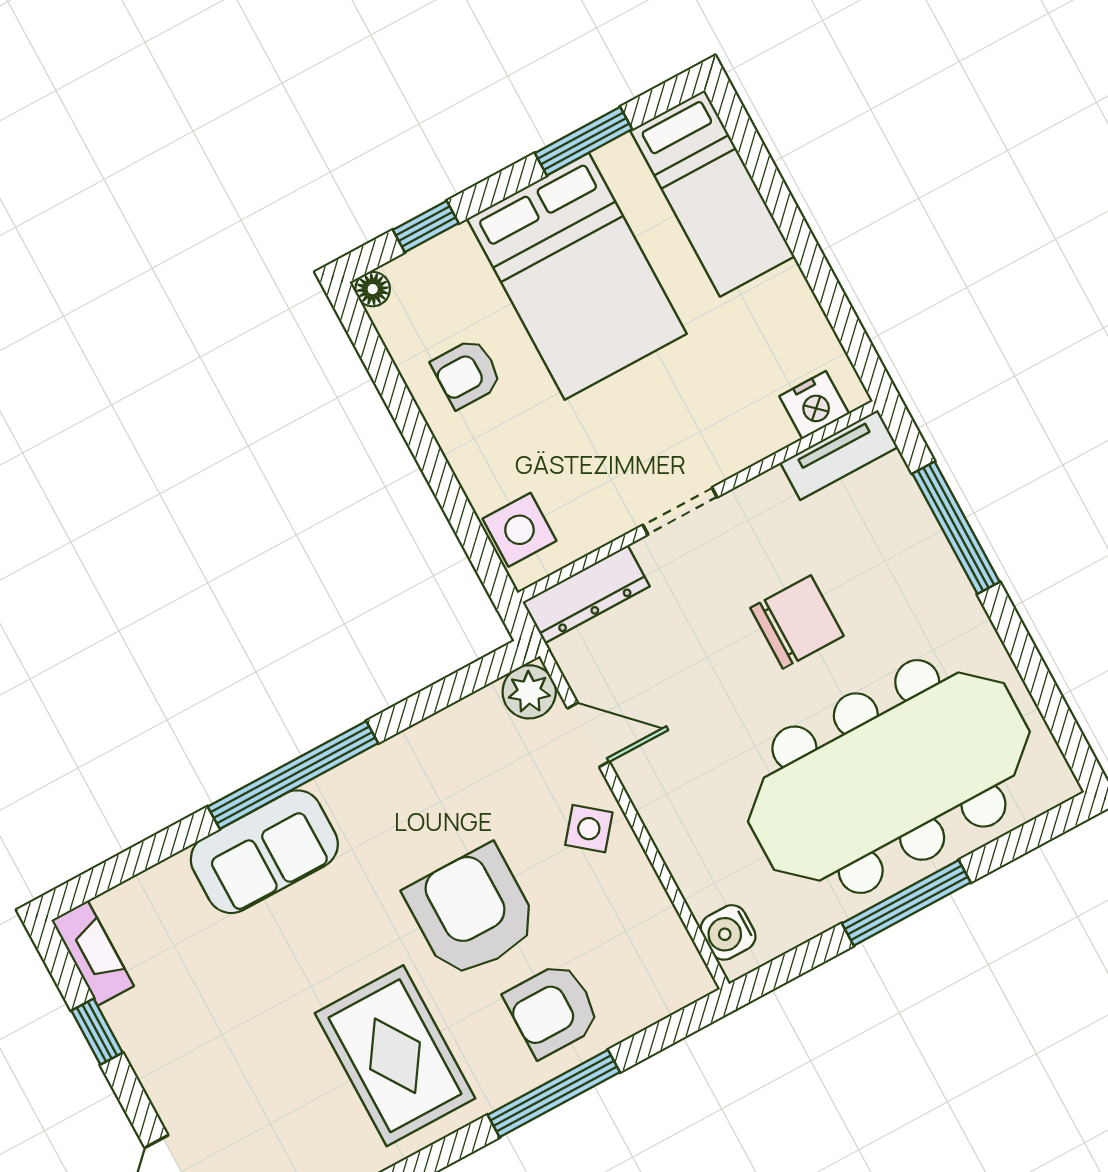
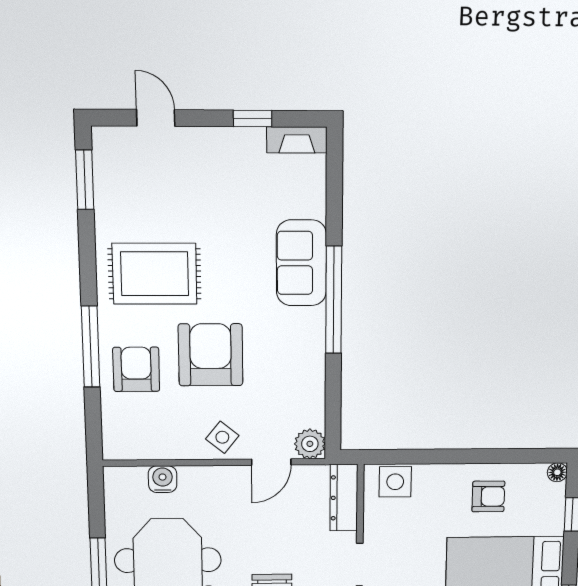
armchair: (467, 373) -> (488, 496), turned 90
armchair: (472, 912) -> (211, 355), turned -90
water cooler: (728, 932) -> (163, 479), moved

